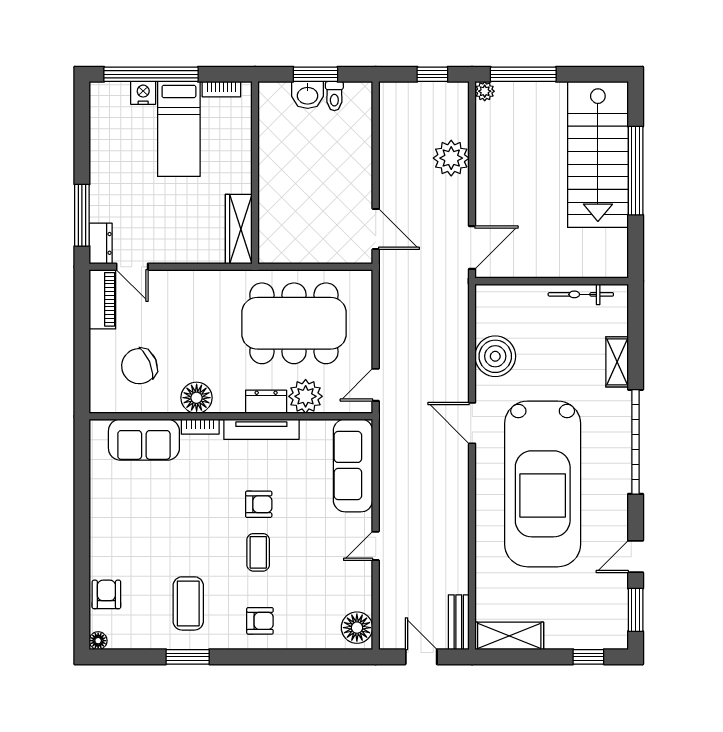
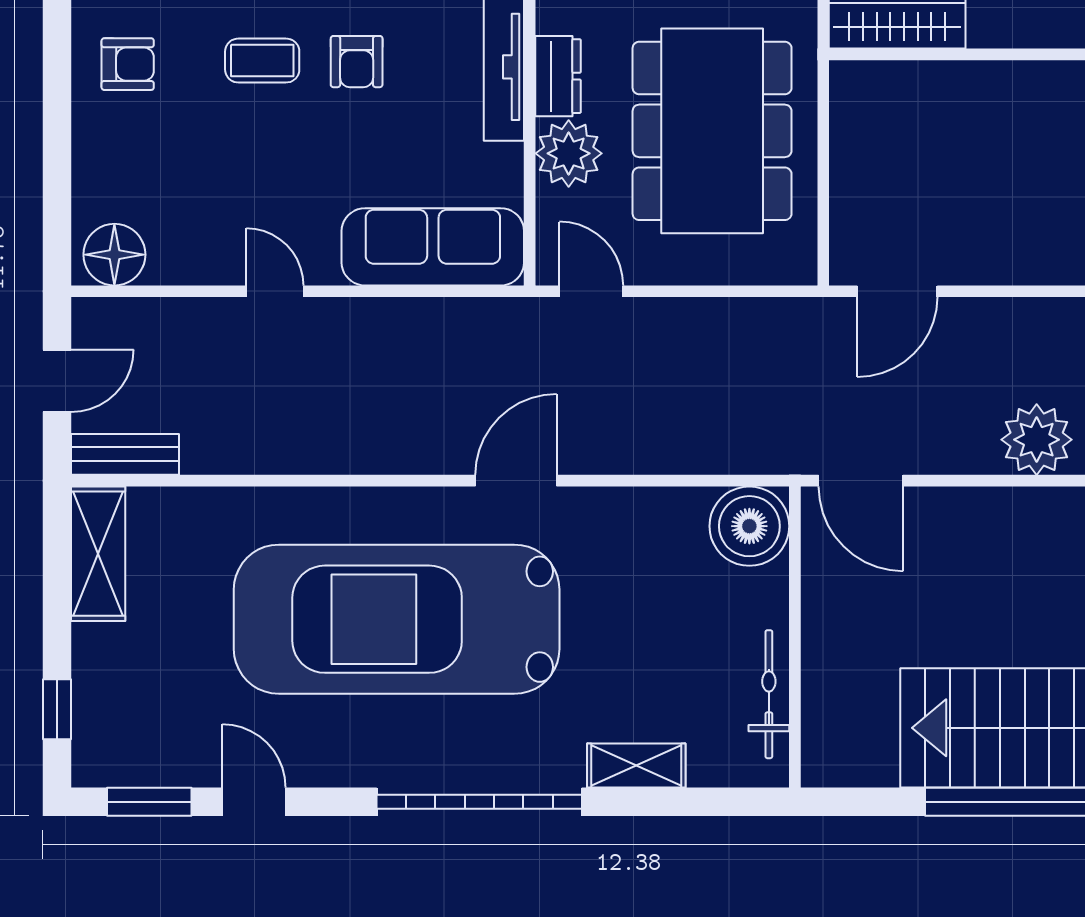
boiler: (495, 356) -> (749, 526), moved
armchair: (260, 621) -> (128, 64), turned -90

